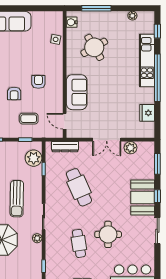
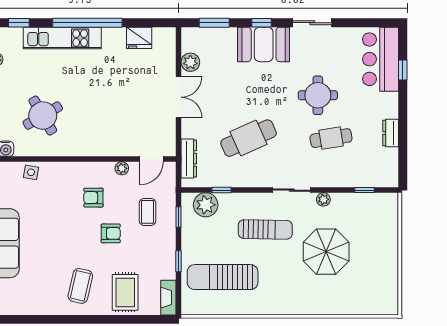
sofa: (77, 92) -> (109, 141), removed
plant: (58, 101) -> (122, 168), added

